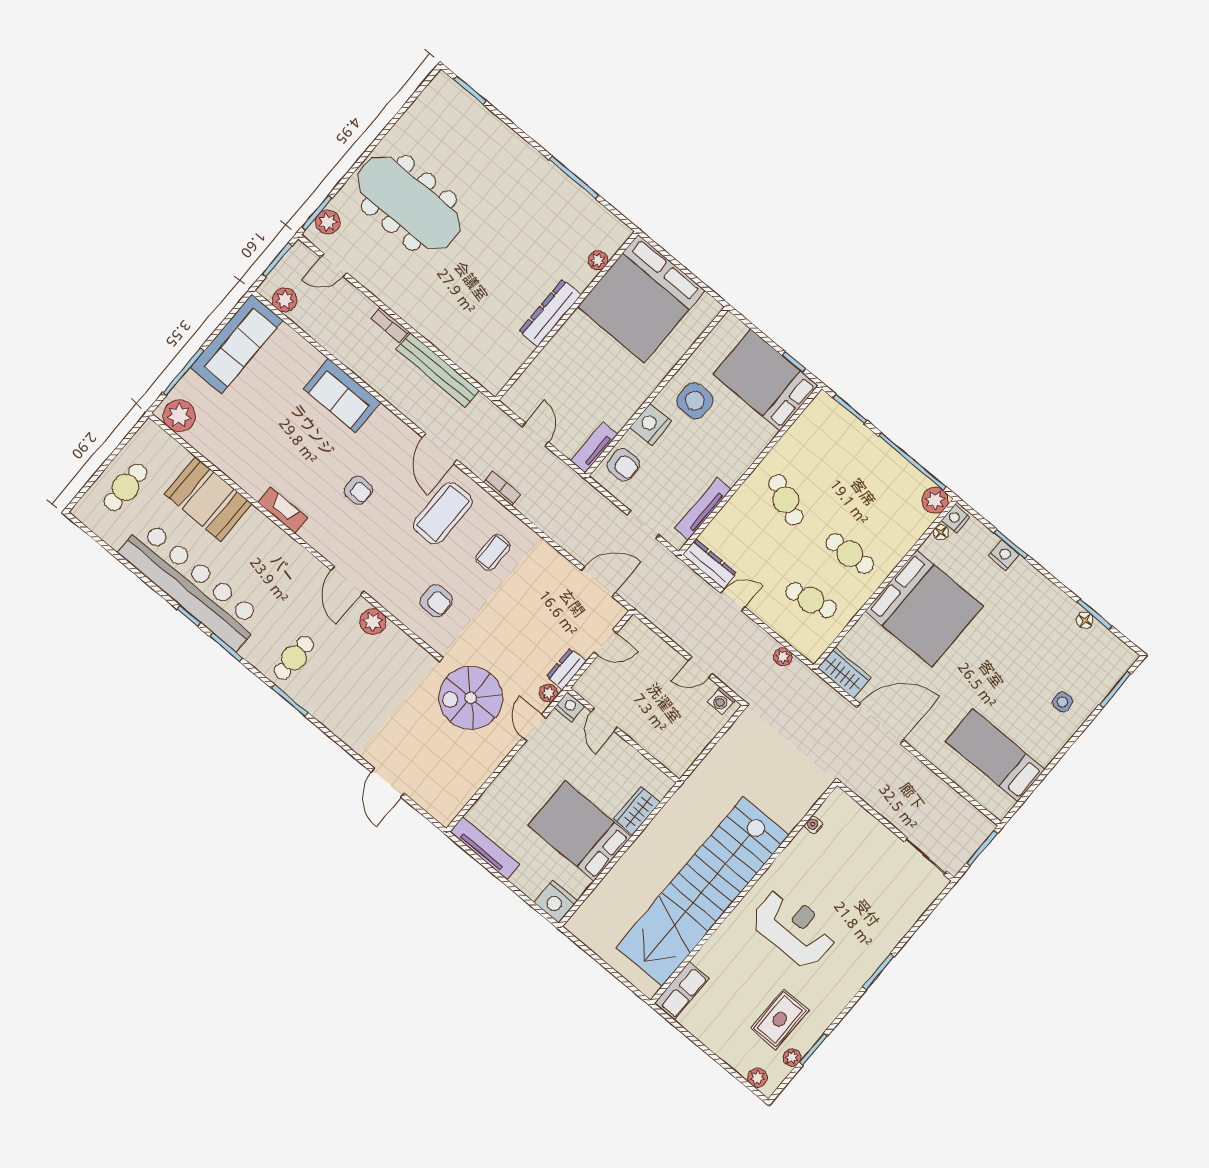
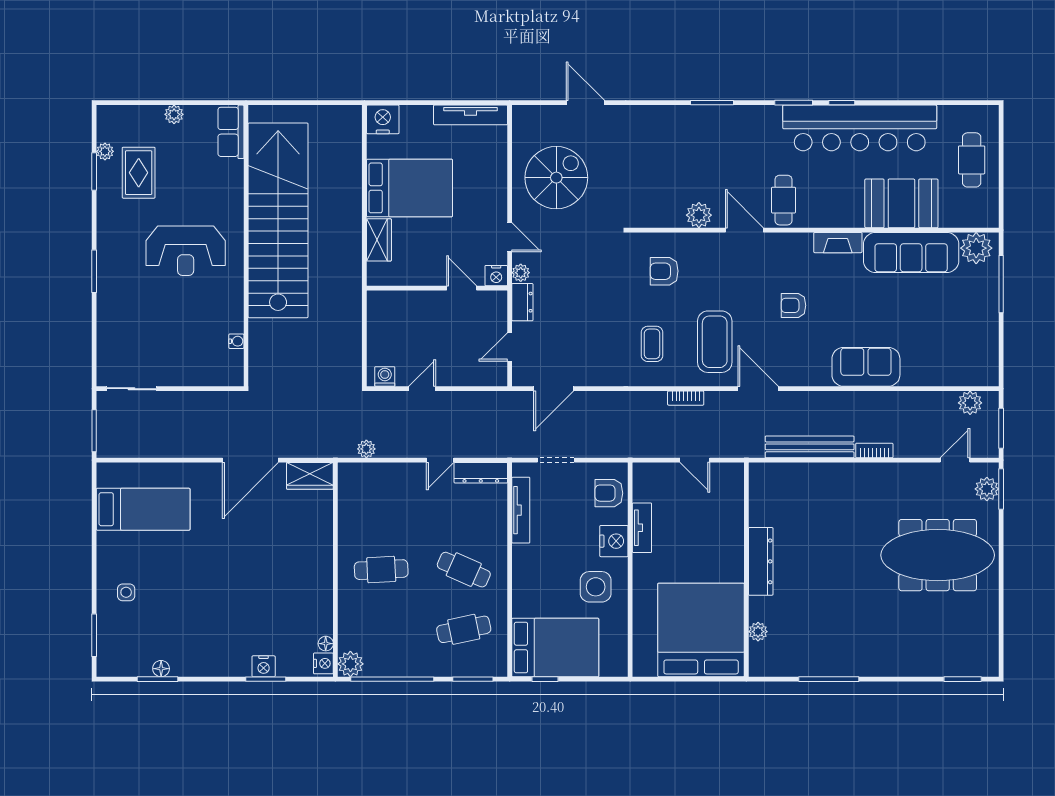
sofa: (236, 344) -> (911, 253), moved, turned -90
tv unit: (594, 448) -> (642, 528), moved
cafe table: (811, 600) -> (464, 629), moved
bed: (924, 608) -> (290, 575), removed
cafe table: (294, 658) -> (783, 200), moved
spiral stairs: (471, 698) -> (556, 178), moved
plant: (757, 1078) -> (174, 114), moved

